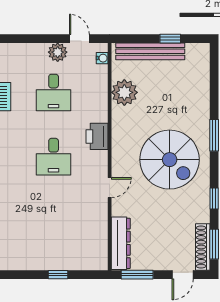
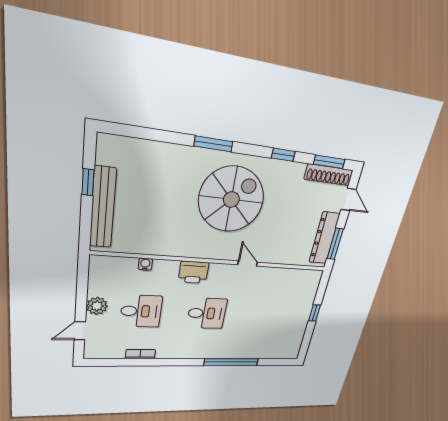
door: (79, 39) -> (80, 331), moved
water cooler: (102, 58) -> (145, 264), moved
plant: (124, 92) -> (149, 241), removed
dresser: (121, 243) -> (324, 238), moved, turned -90

